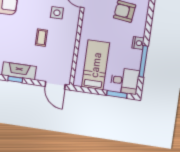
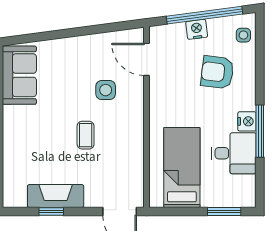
window: (143, 61) -> (260, 131), moved
desk: (125, 81) -> (234, 153), moved

